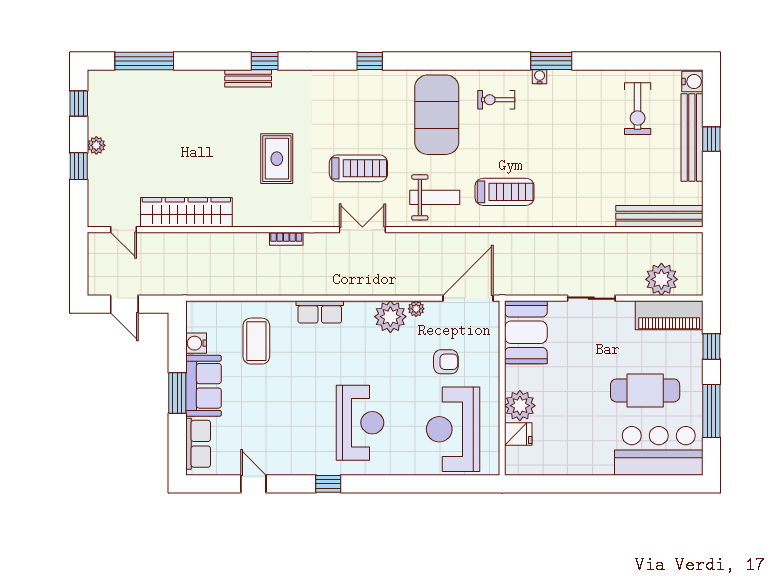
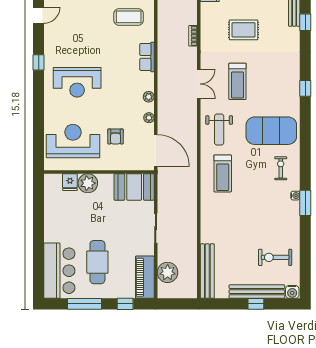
plant: (390, 317) -> (149, 97), width x0.53, depth x0.53

